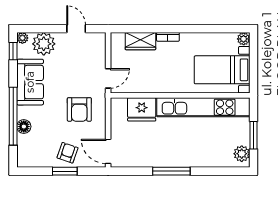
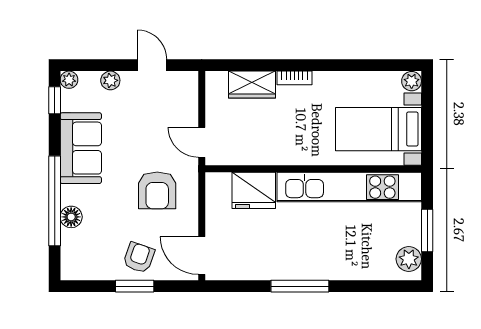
plant: (44, 44) -> (110, 80), width x0.53, depth x0.53
door: (108, 78) -> (202, 142), swing flipped

